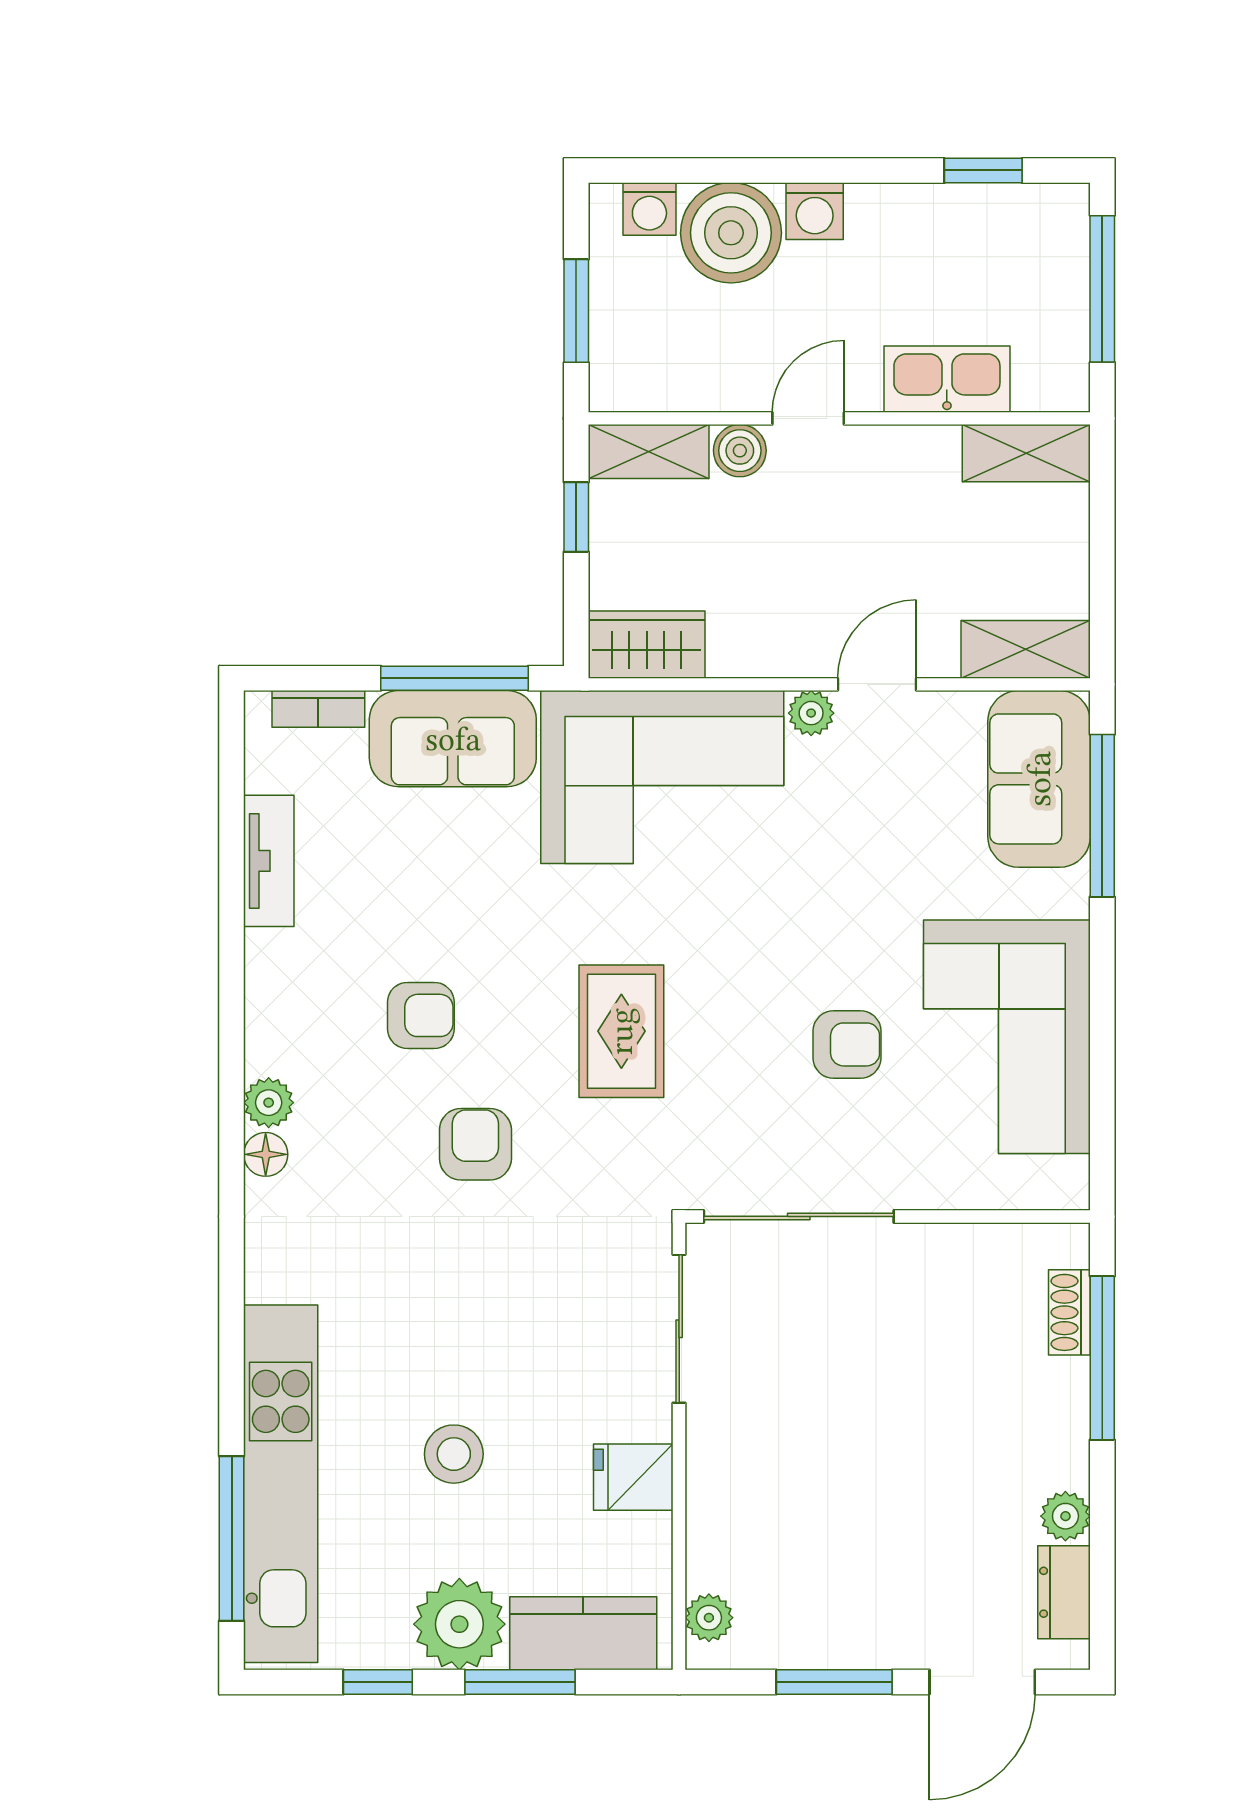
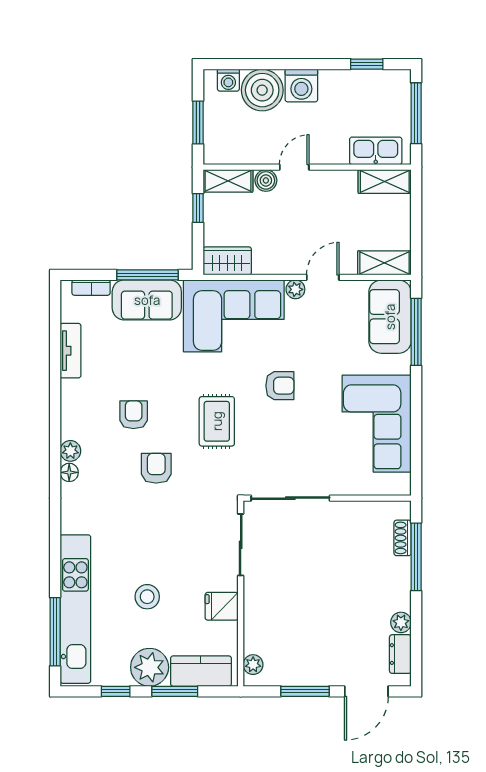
washing machine: (815, 211) -> (301, 86), width x1.38, depth x1.38
kitchen sink: (947, 379) -> (376, 151), moved
armchair: (421, 1015) -> (134, 415), turned -90
armchair: (847, 1044) -> (280, 386), moved

